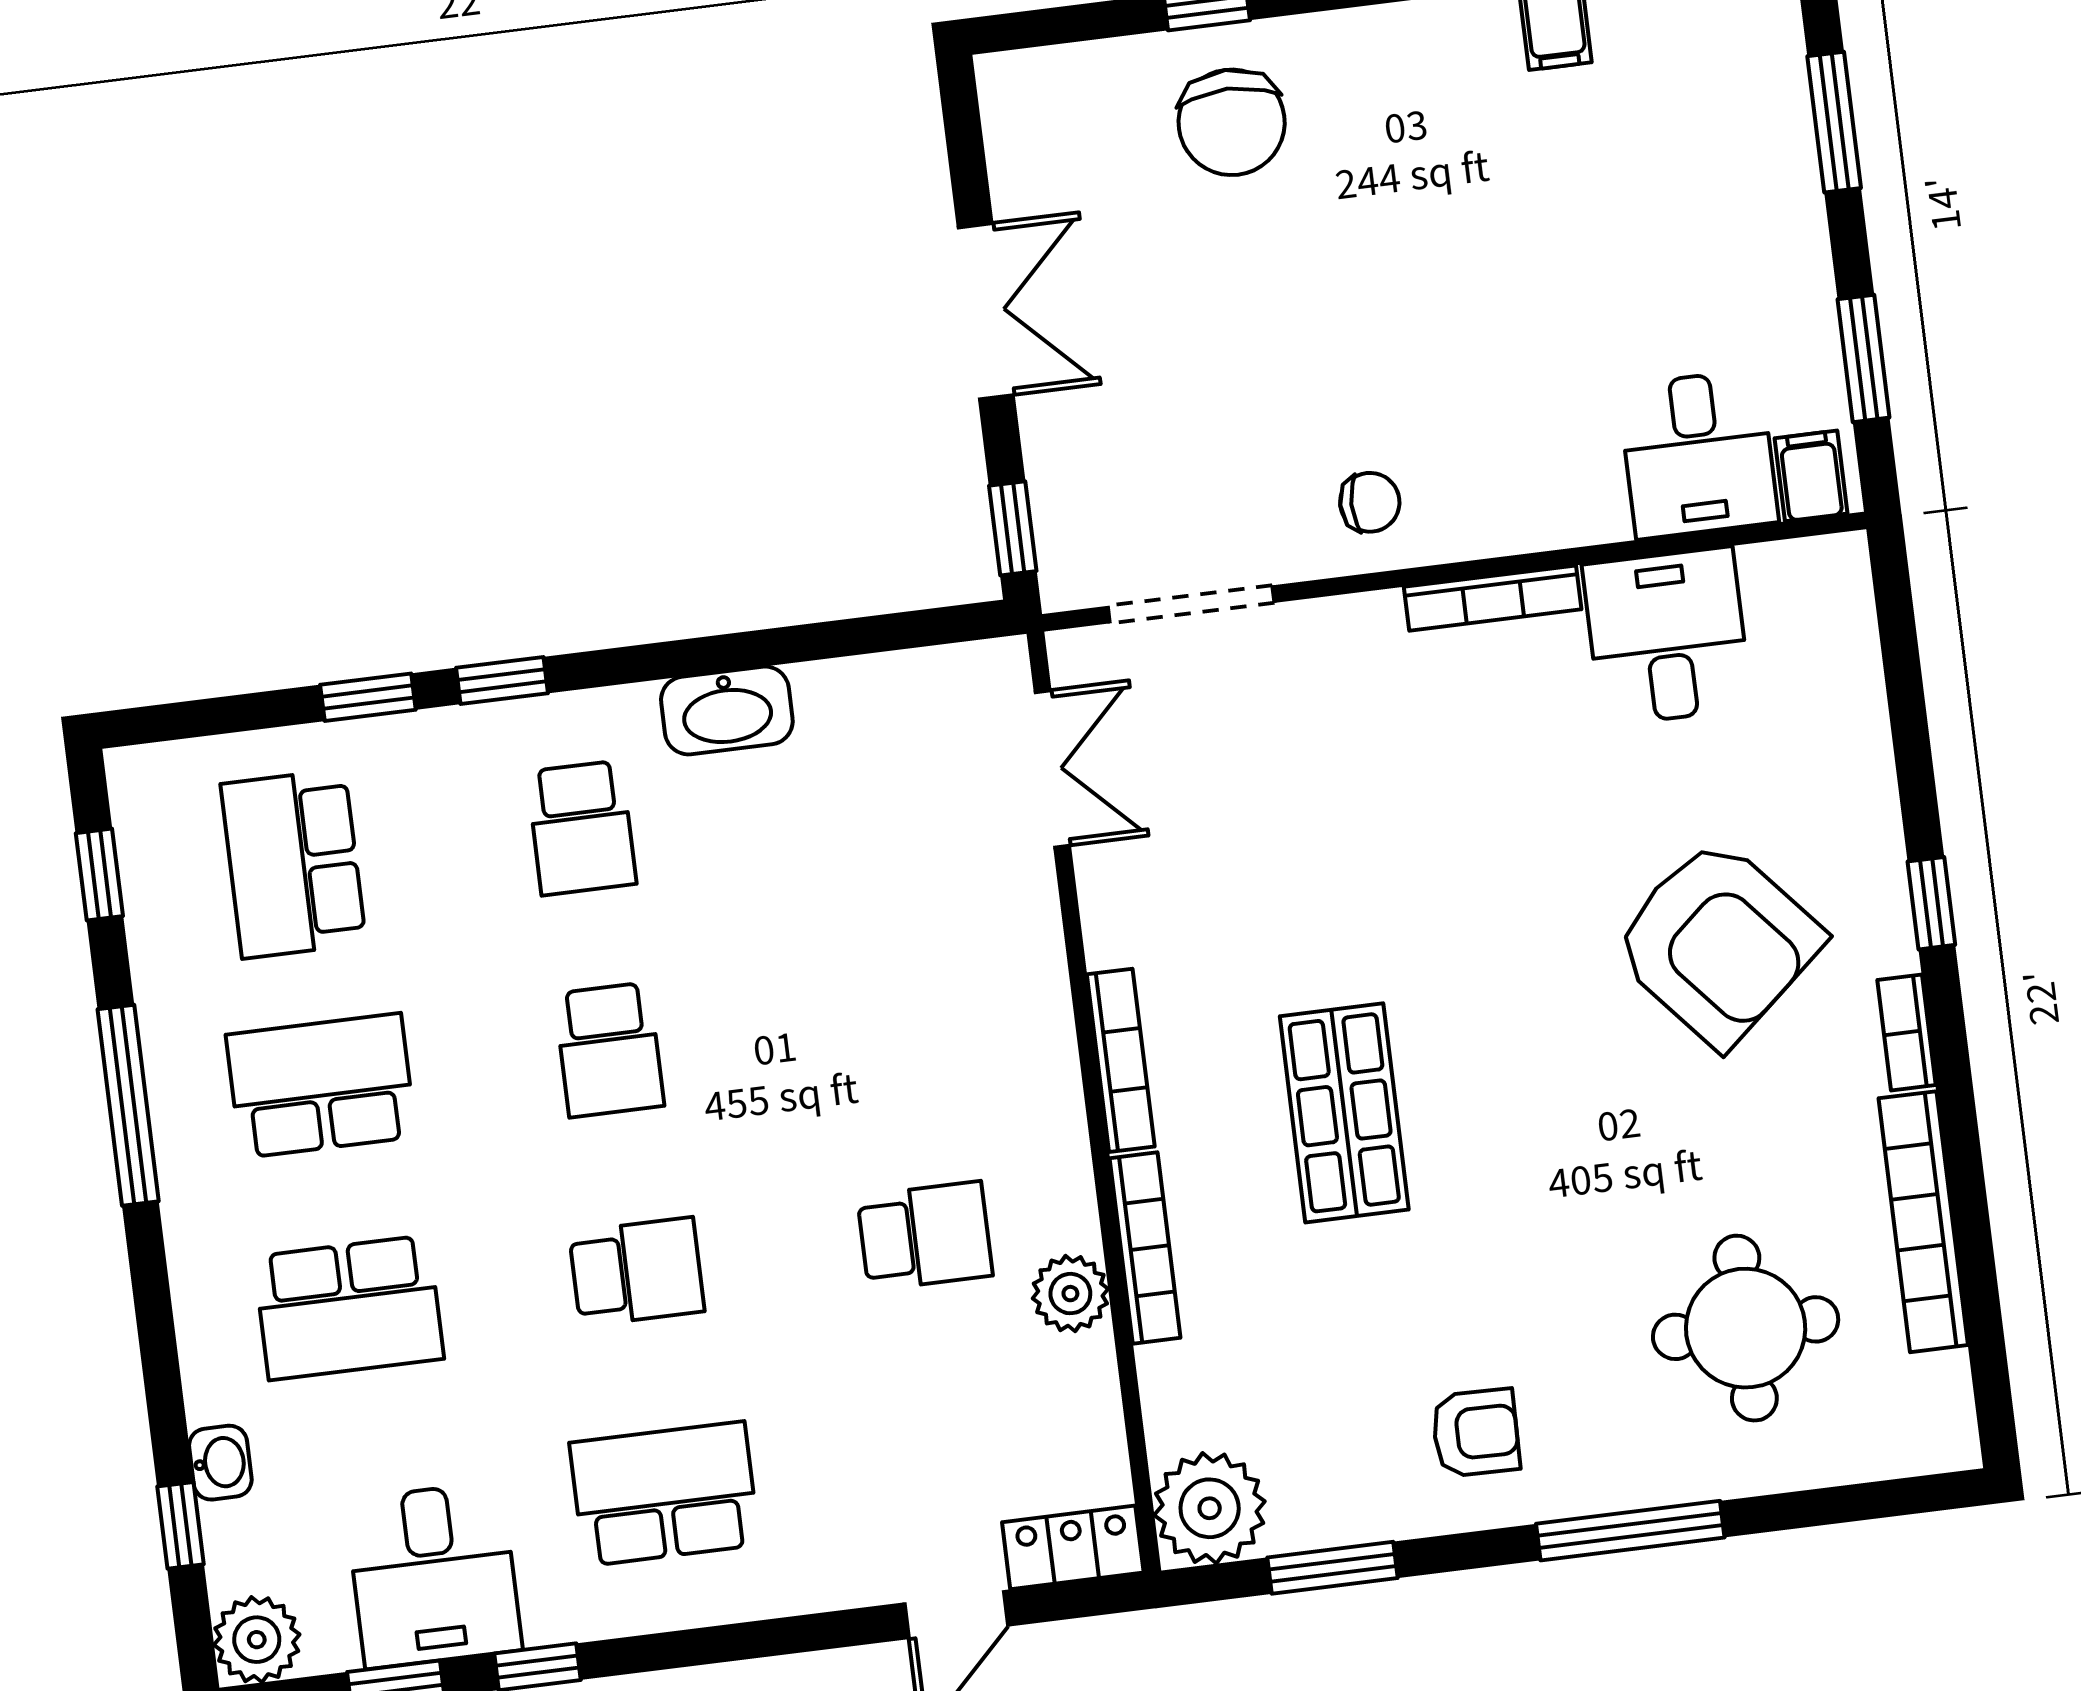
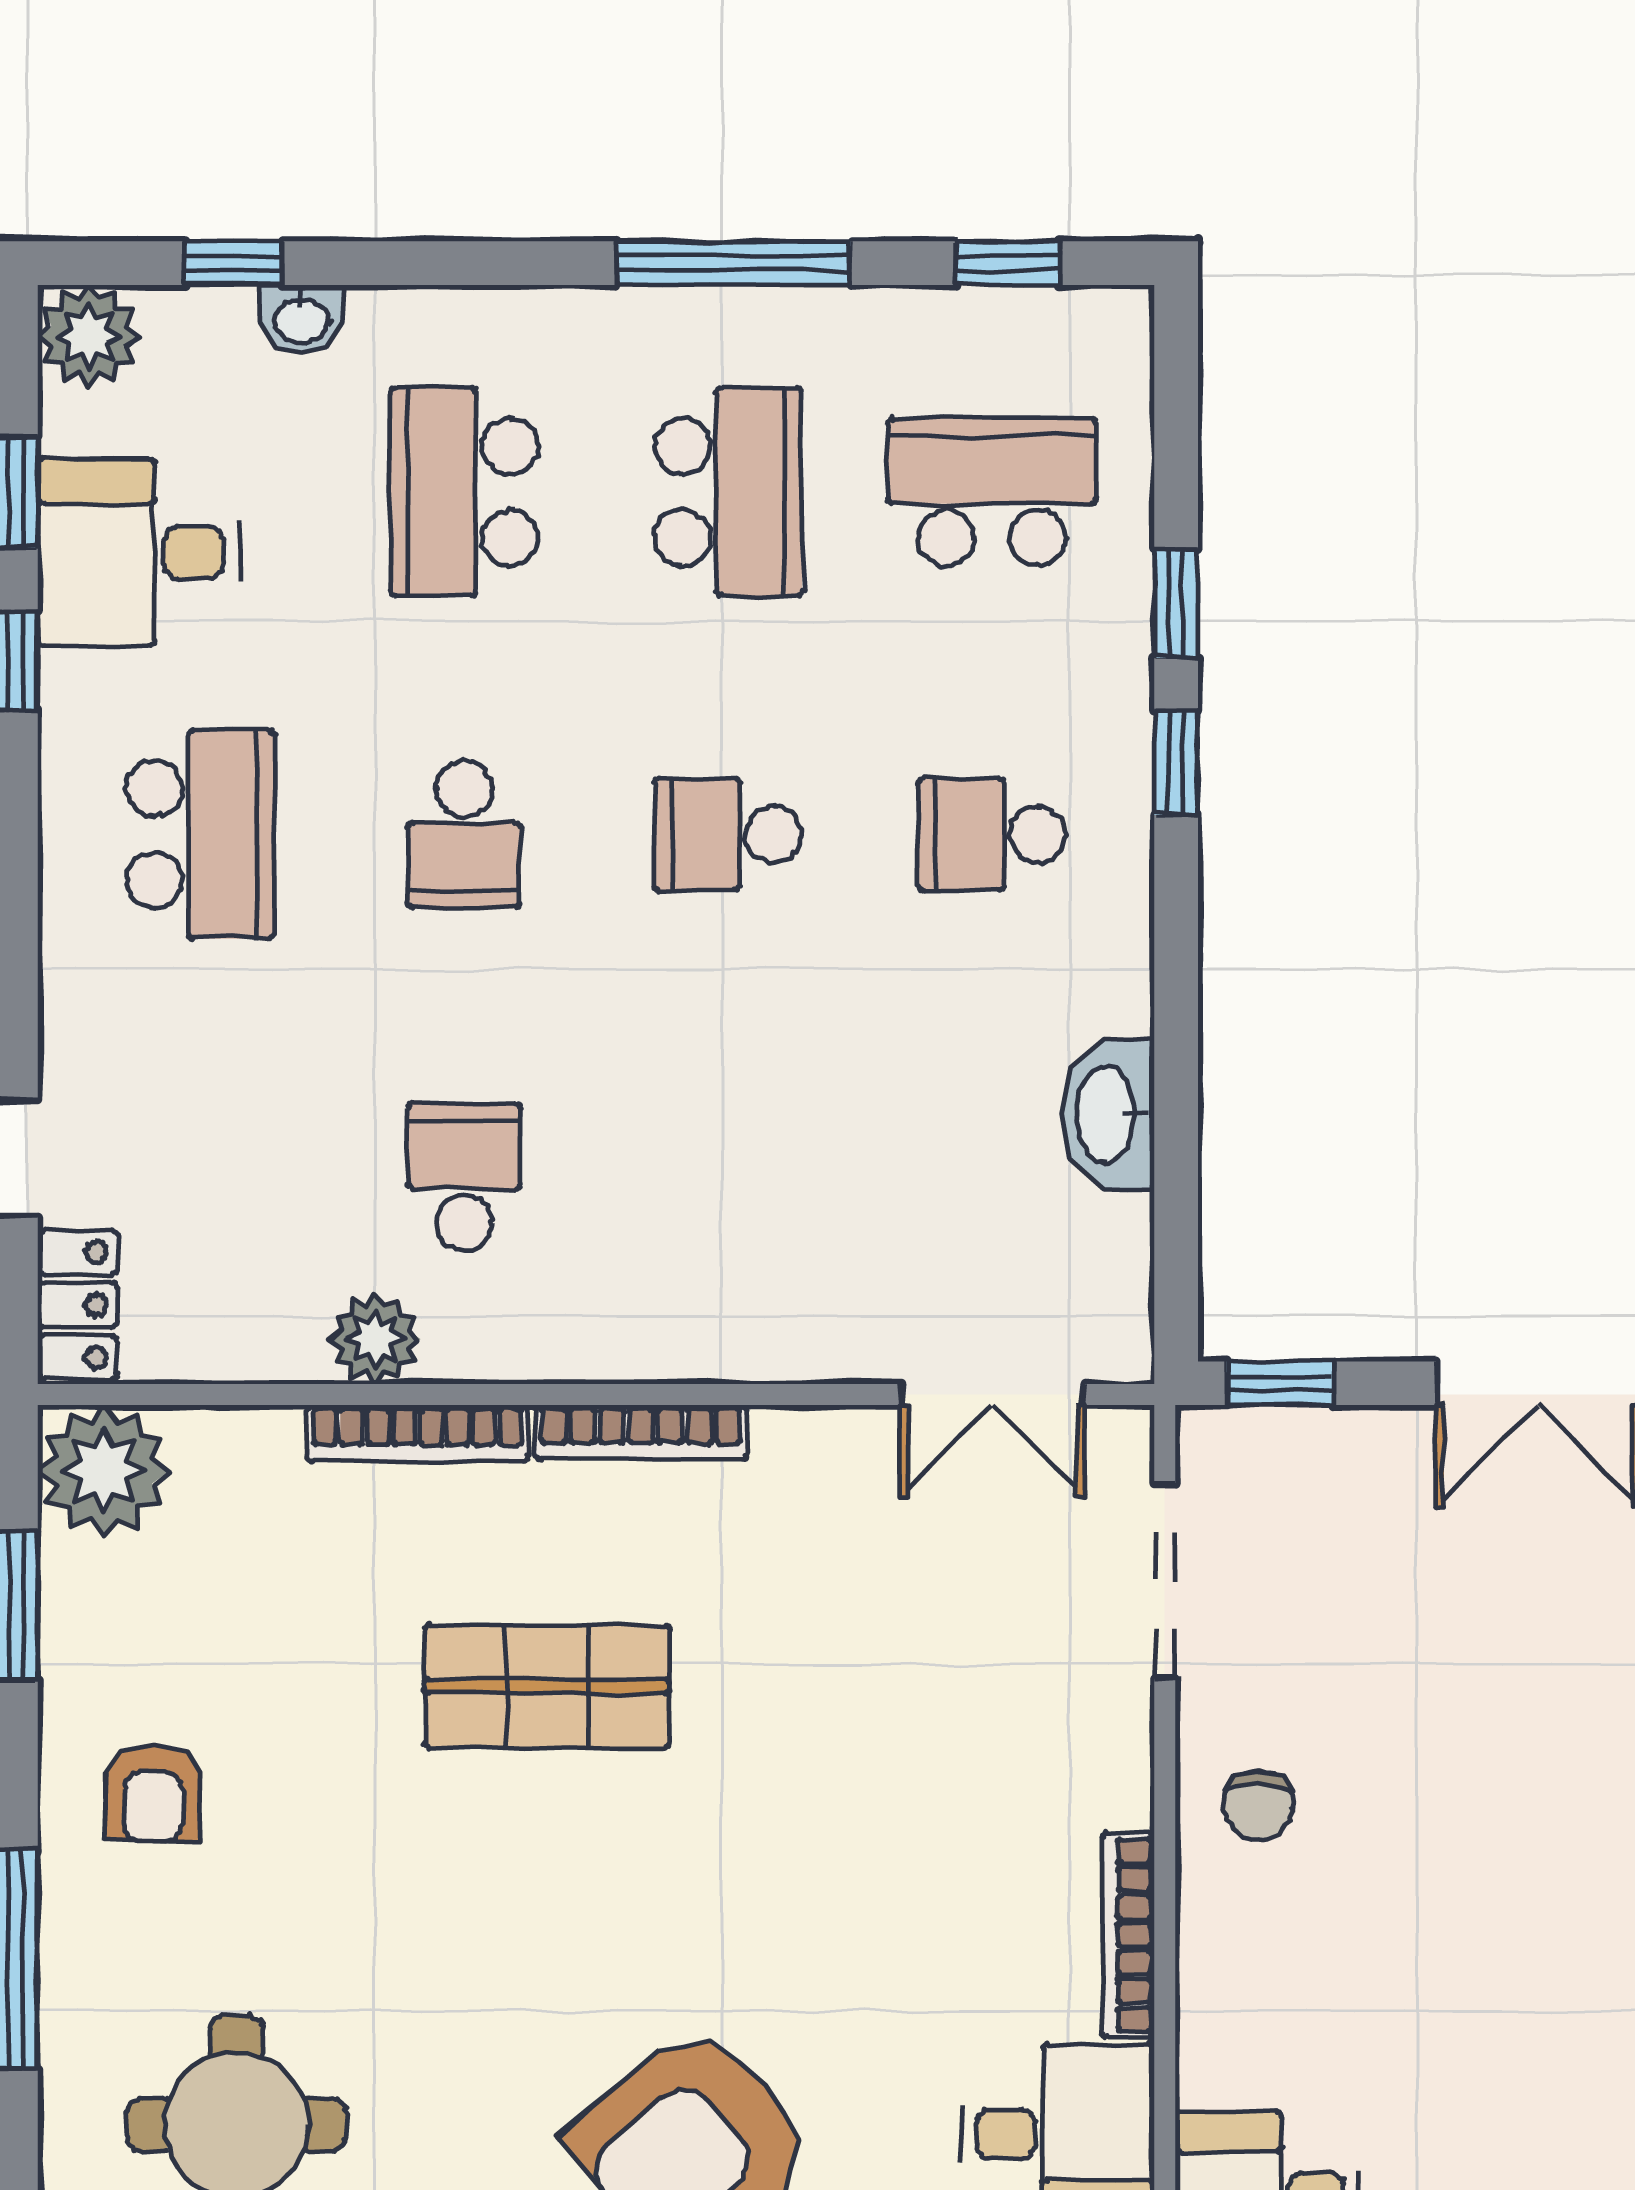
washbasin: (727, 711) -> (1108, 1114), moved
school desk: (925, 1236) -> (464, 1177), turned 180

